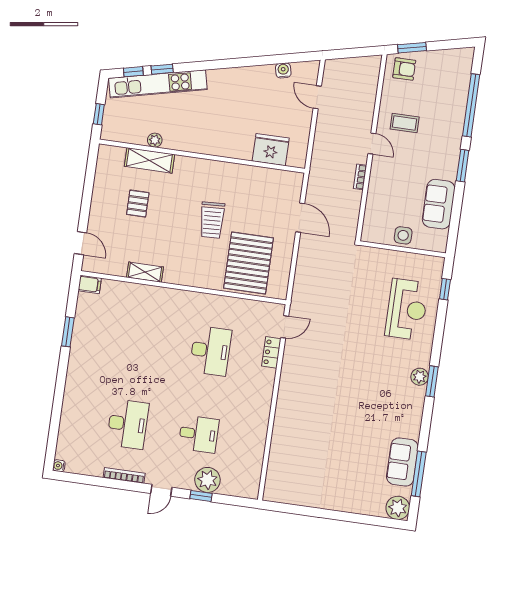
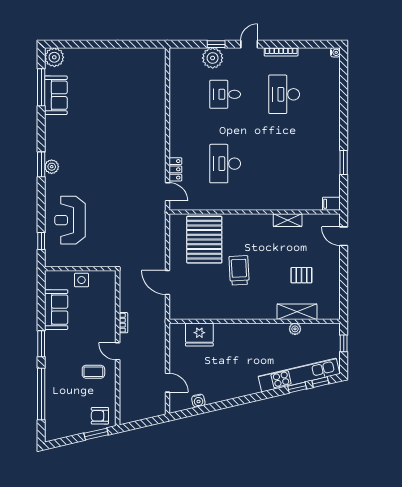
pallet: (138, 204) -> (301, 275), turned 90
door: (285, 327) -> (167, 192), swing flipped

